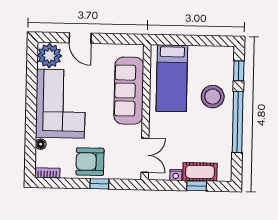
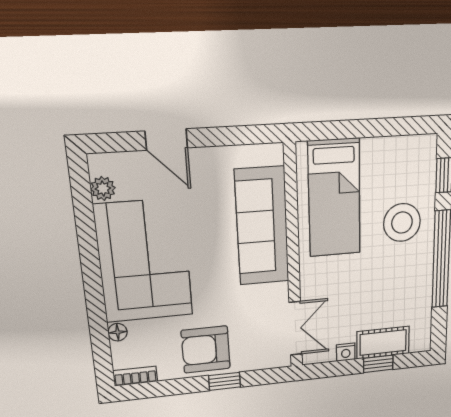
plant: (49, 56) -> (103, 189), width x0.53, depth x0.53

